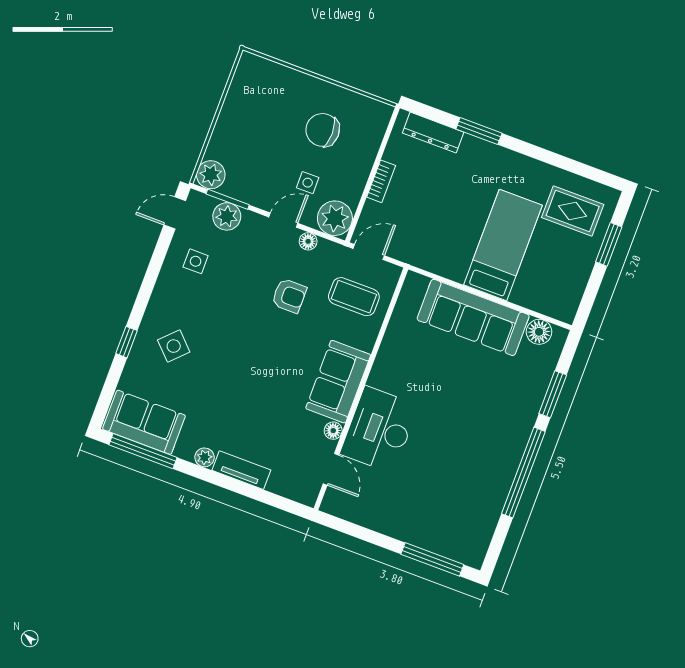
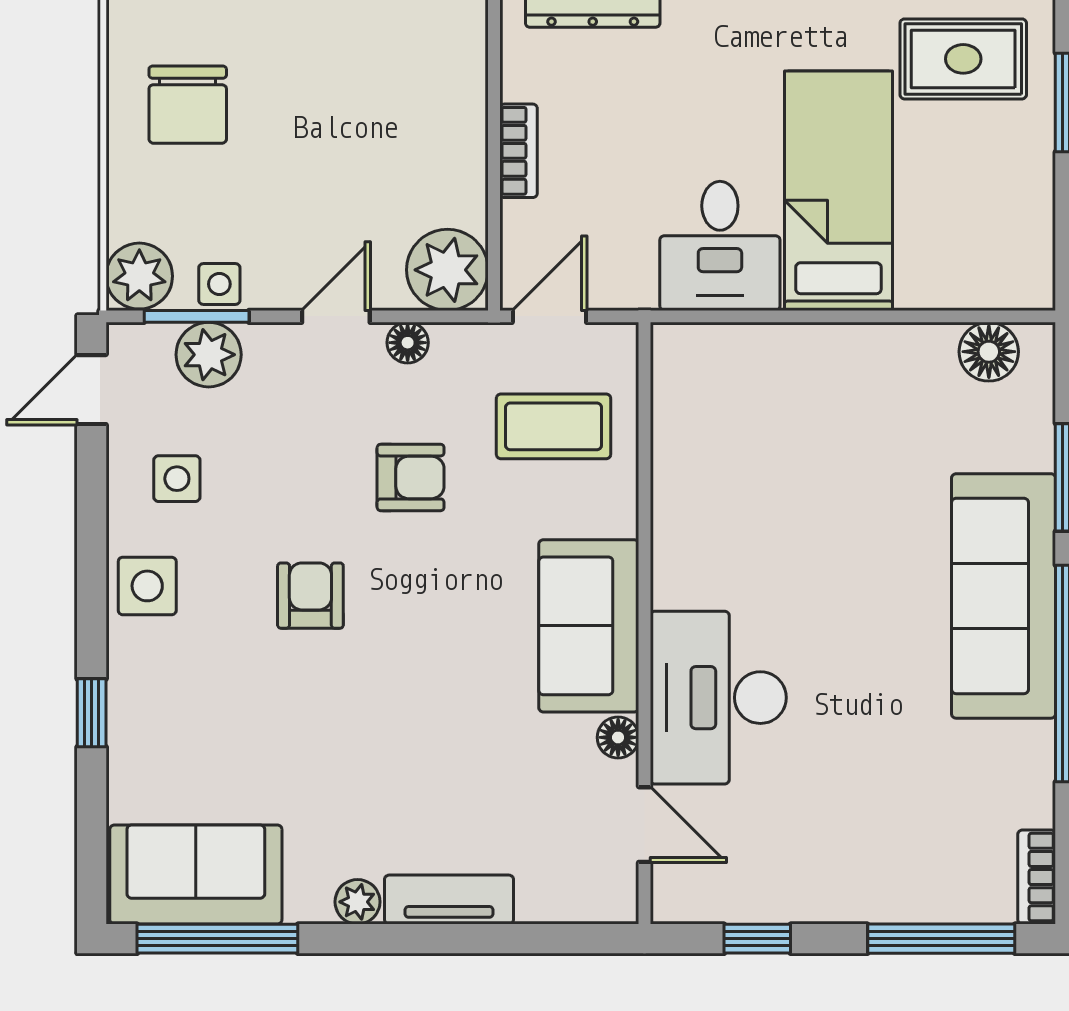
chair: (323, 130) -> (188, 105), moved, turned -90
side table: (308, 183) -> (219, 284), moved
desk: (447, 249) -> (720, 246), added
sofa: (473, 317) -> (1004, 596), moved, turned 90
armchair: (231, 328) -> (310, 596), added
side table: (174, 346) -> (147, 586), moved, turned 45
window: (359, 532) -> (757, 939), added
bookcase: (480, 549) -> (1037, 877), added

